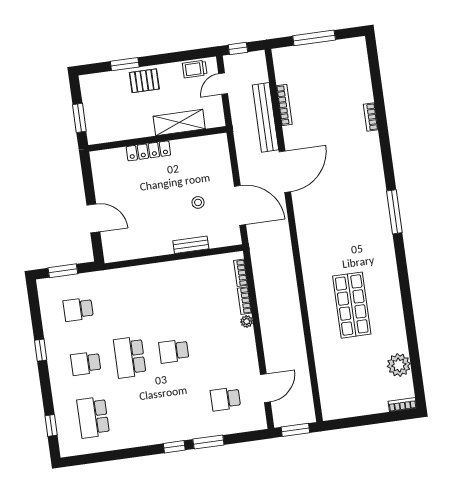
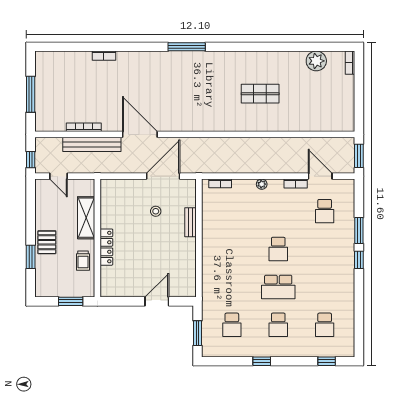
trolley: (195, 69) -> (83, 261), moved
bookcase: (245, 301) -> (296, 184), moved
shop shelf: (352, 305) -> (260, 94), width x0.70, depth x0.74
school desk: (93, 417) -> (325, 325), width x0.54

